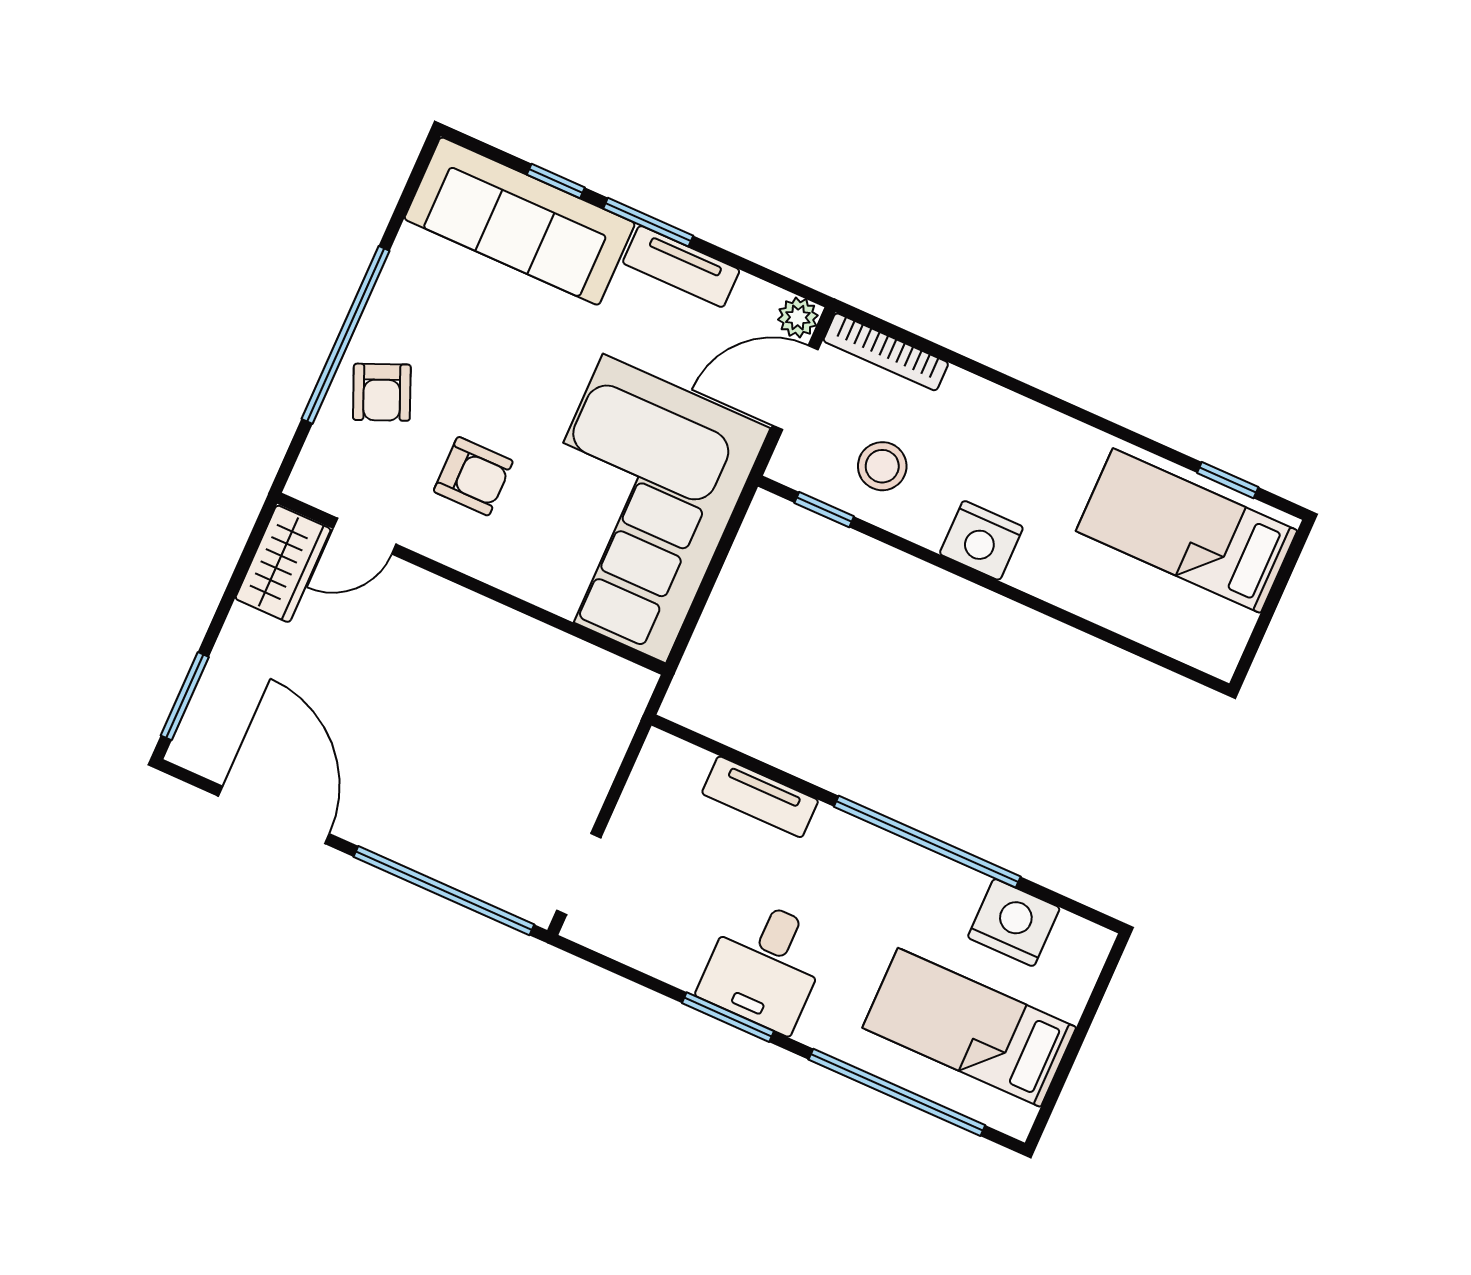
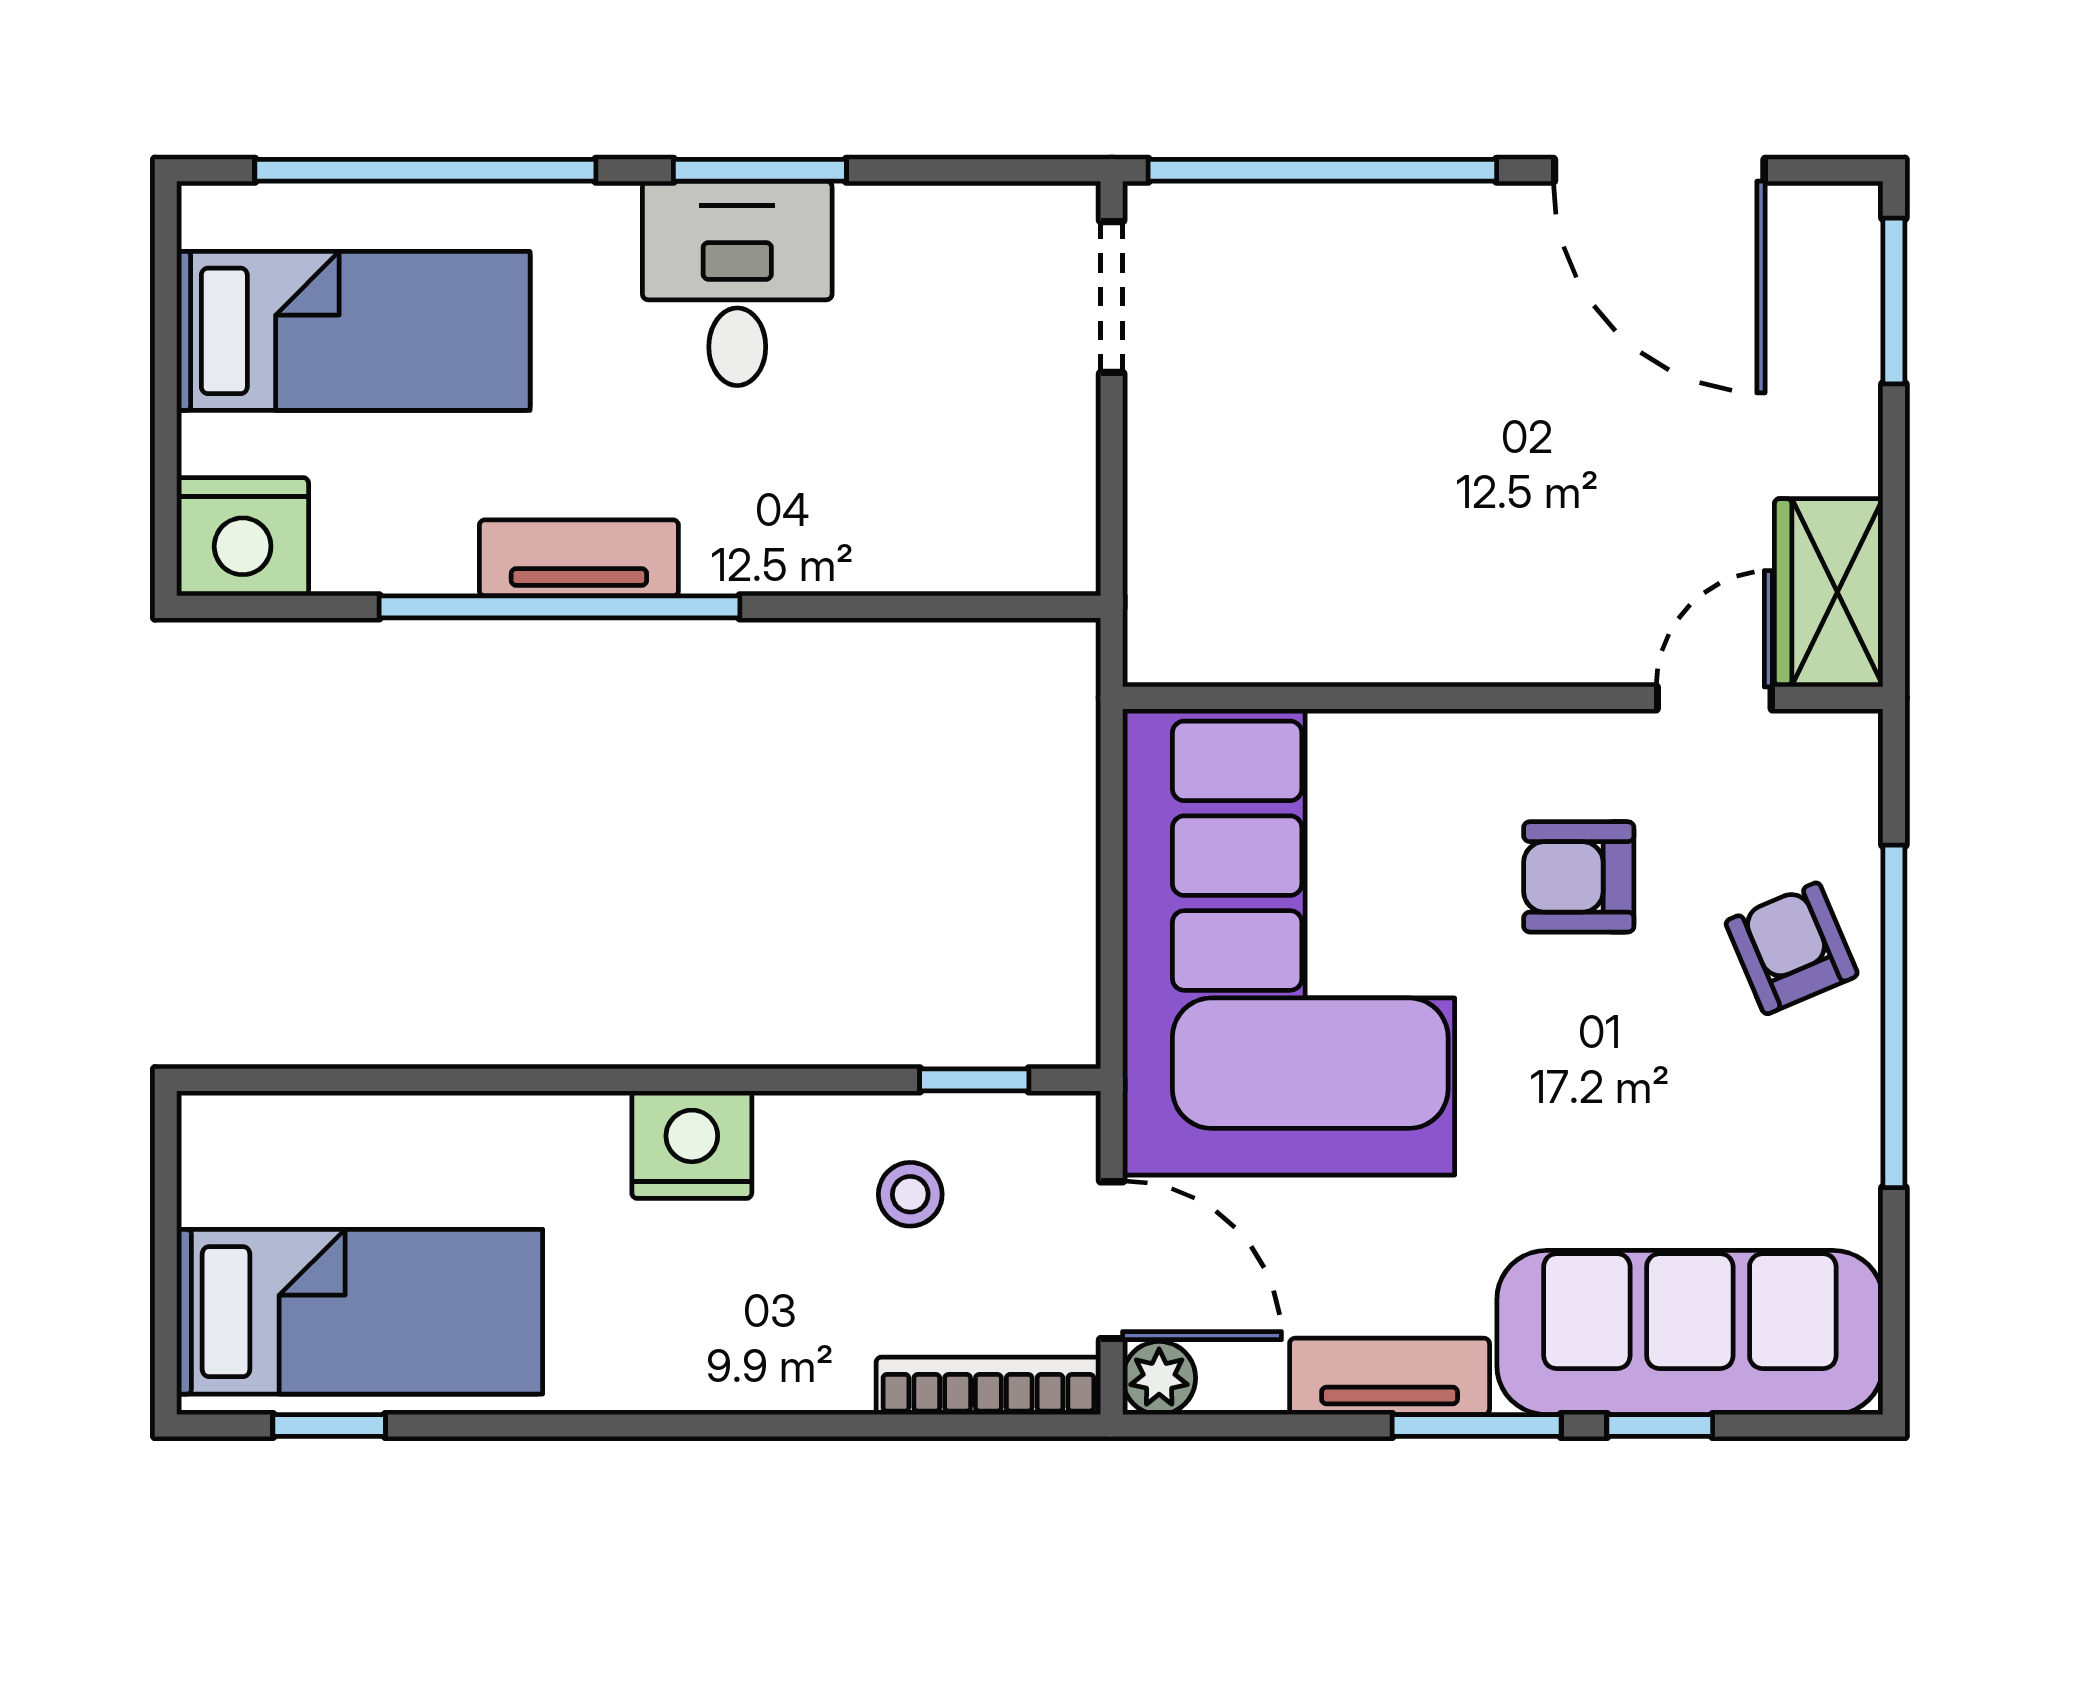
door: (795, 388) -> (1112, 1260), hinge flipped
stool: (882, 466) -> (910, 1194), width x0.73, depth x0.73
tv unit: (760, 797) -> (579, 558), moved
nightstand: (1014, 923) -> (243, 537), moved

